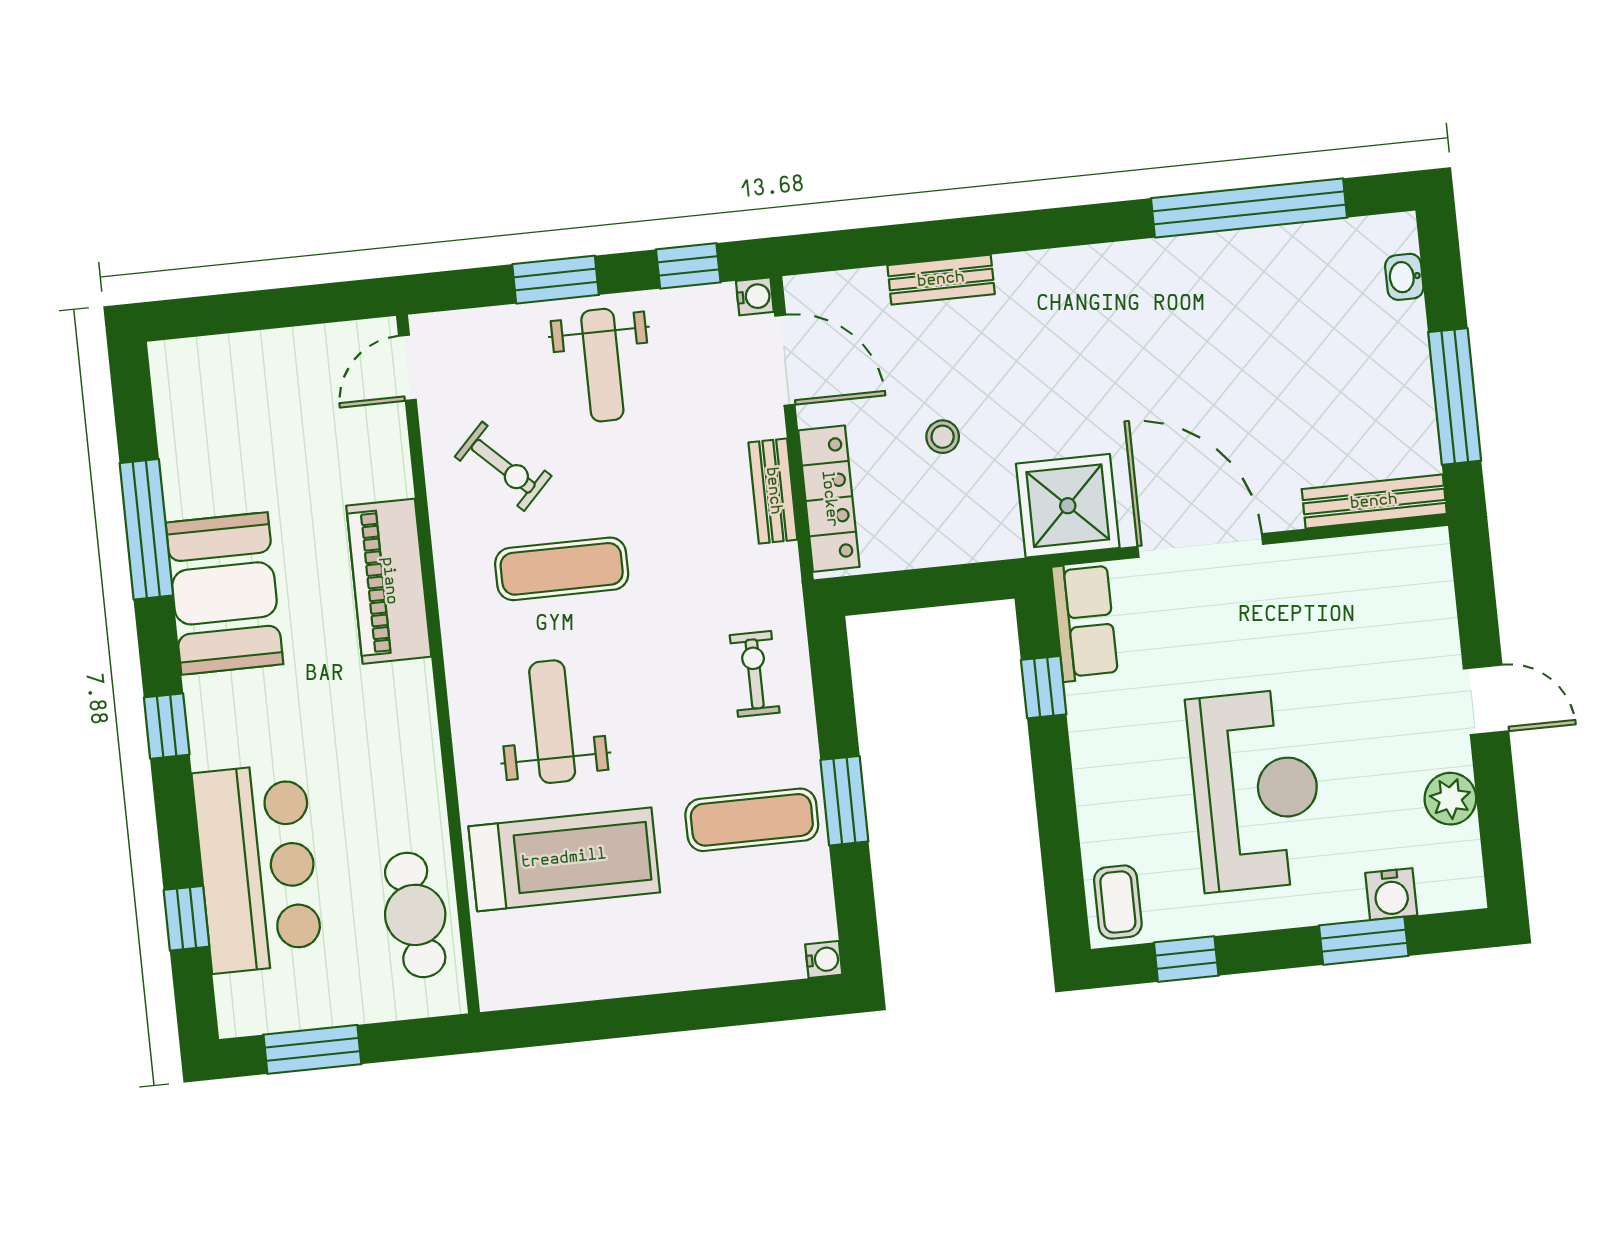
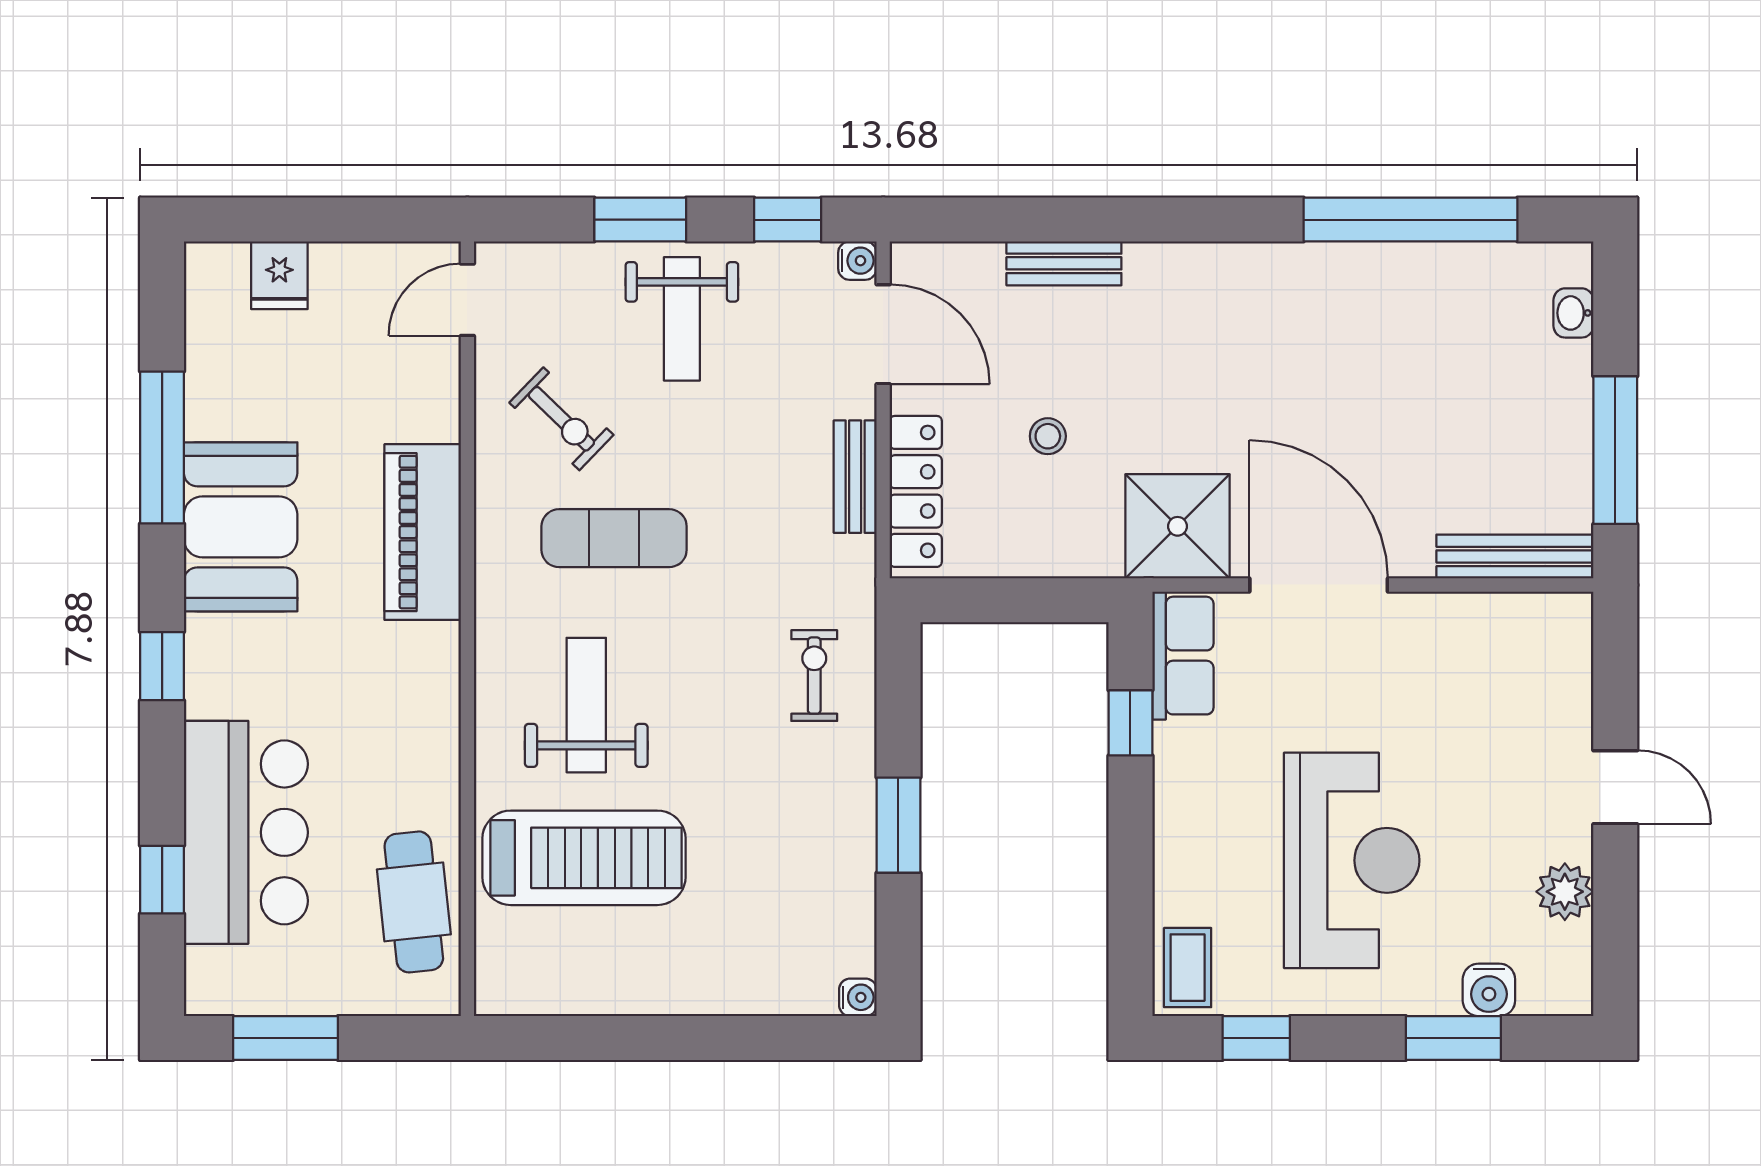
fridge: (236, 363) -> (279, 275), added
exercise mat: (752, 820) -> (795, 836), removed

